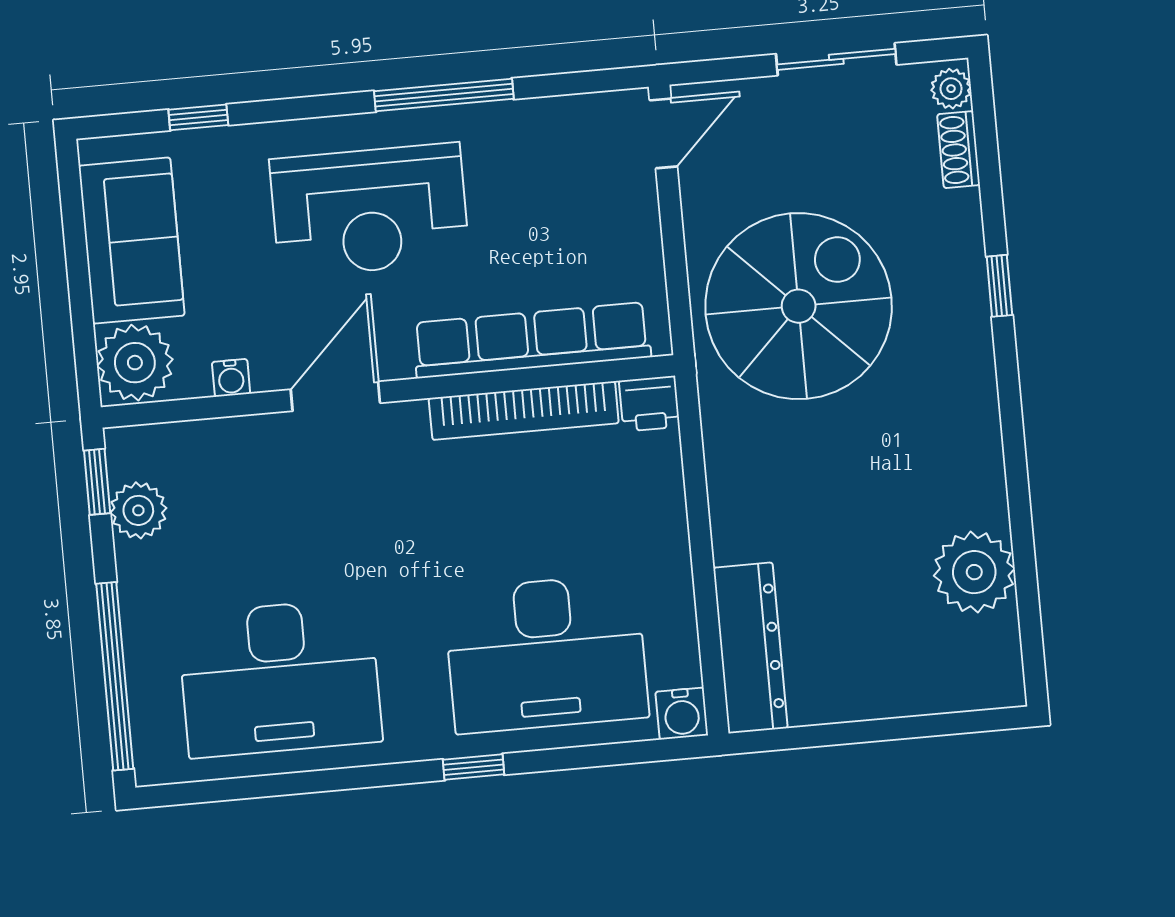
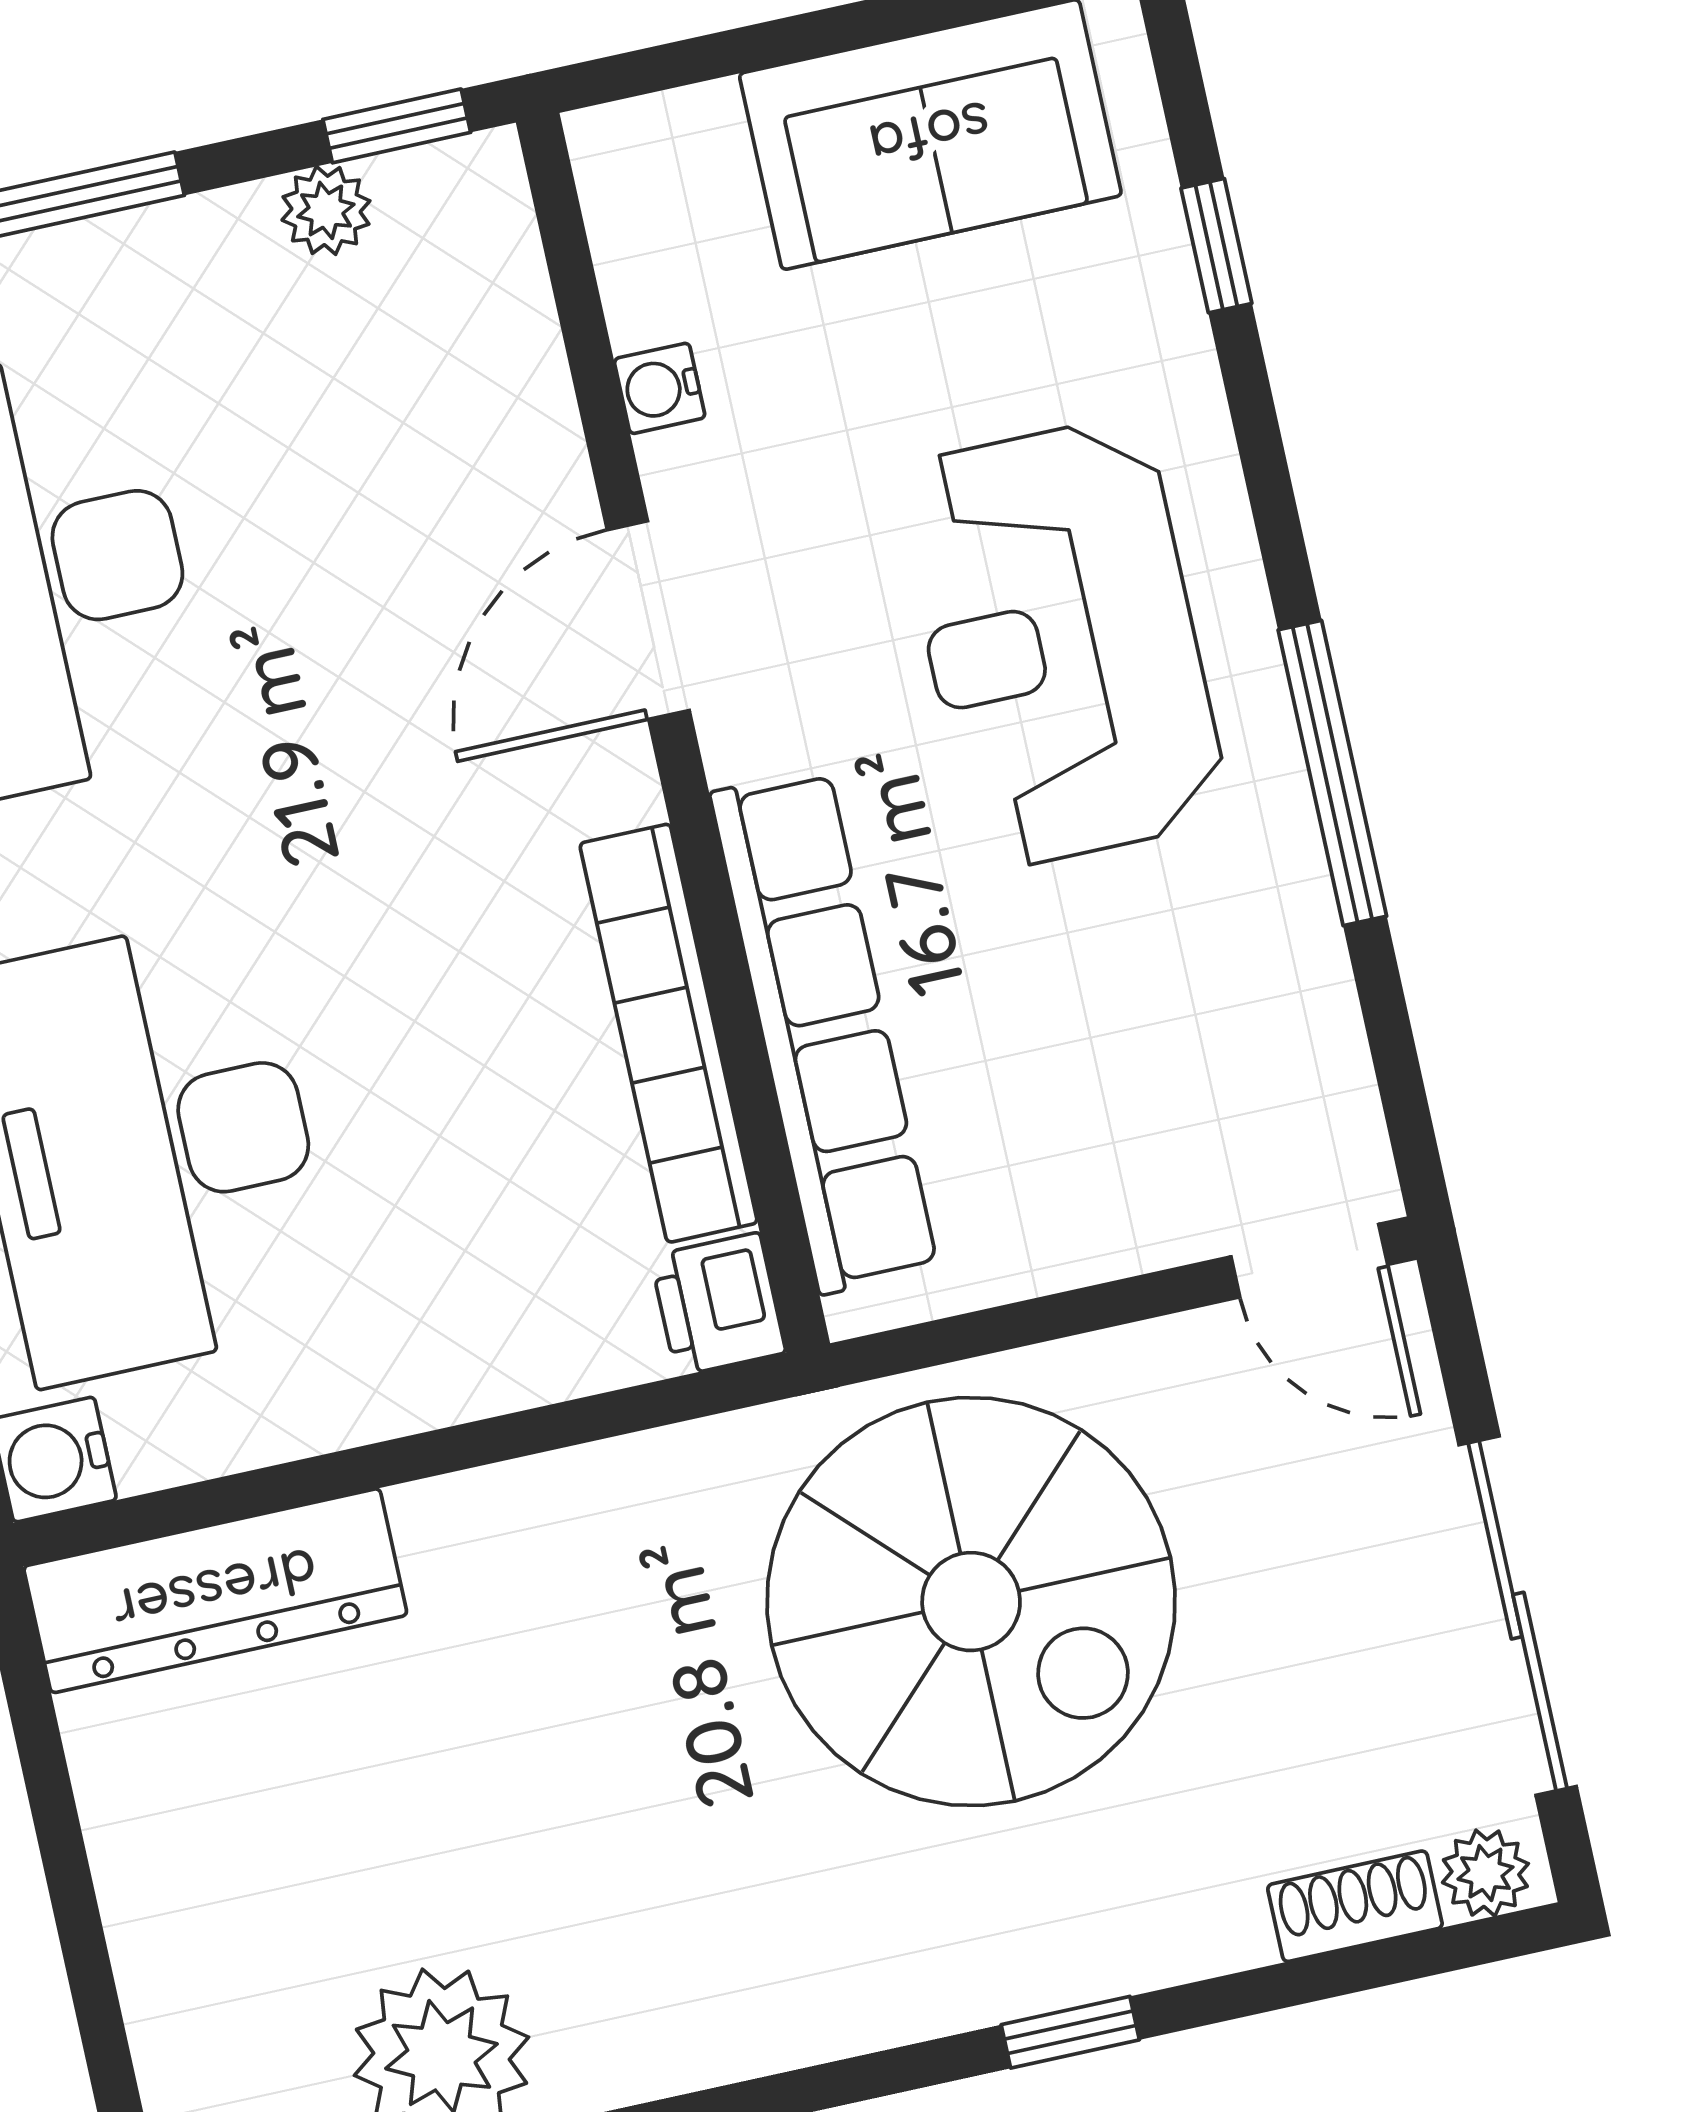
sliding door: (836, 59) -> (1518, 1616), width x1.37
plant: (135, 363) -> (666, 175), removed
door: (335, 396) -> (648, 620), swing flipped
plant: (138, 510) -> (326, 210), width x0.73, depth x0.73

